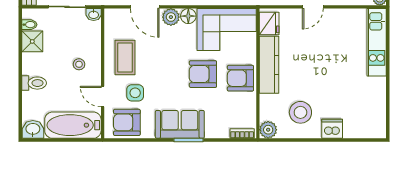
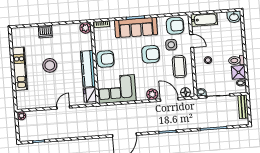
floor lamp: (188, 16) -> (186, 92), moved
kitchen unit: (377, 42) -> (20, 69), moved
armchair: (203, 74) -> (151, 54), moved
toilet: (34, 83) -> (236, 60), moved
stool: (300, 112) -> (50, 65), moved
sofa: (180, 124) -> (136, 27), width x1.36
bathtub: (73, 125) -> (204, 20), width x0.73, depth x0.73

